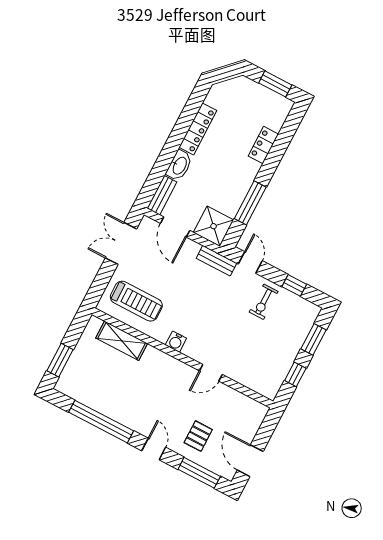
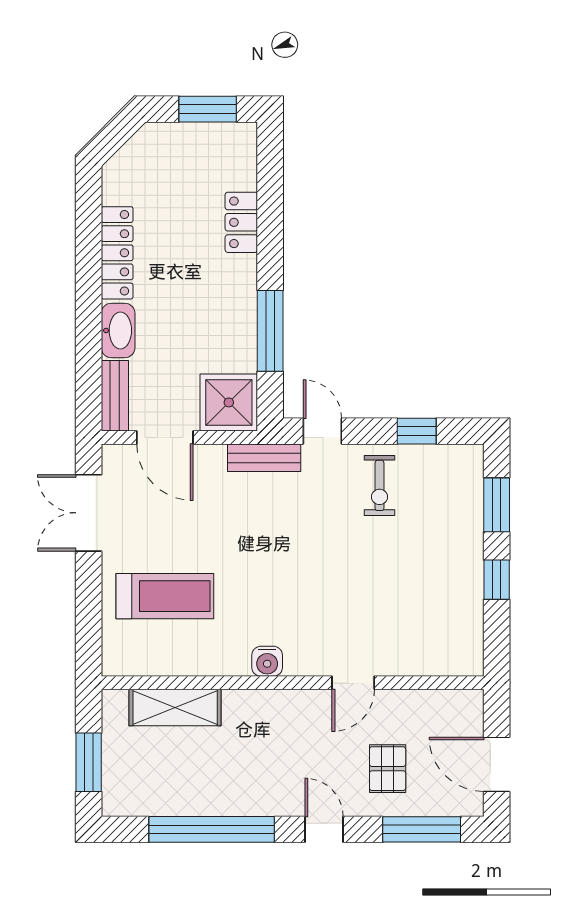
shelving: (122, 341) -> (175, 708), moved
water cooler: (176, 342) -> (267, 661), moved
wall: (183, 358) -> (293, 683), moved
door: (211, 373) -> (353, 683), moved

